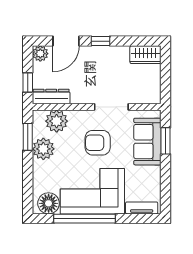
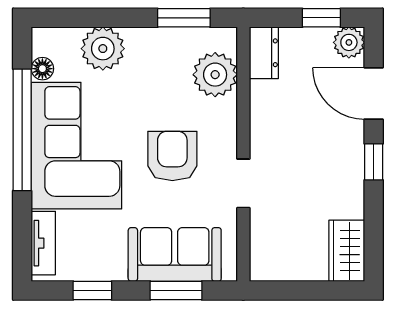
window: (28, 82) -> (321, 18), moved
dresser: (51, 96) -> (264, 53), width x0.70
doorway: (111, 107) -> (243, 183), width x0.73
plant: (43, 149) -> (103, 49), moved
window: (166, 183) -> (92, 290), added
floor lamp: (49, 203) -> (42, 69), width x0.53, depth x0.53

